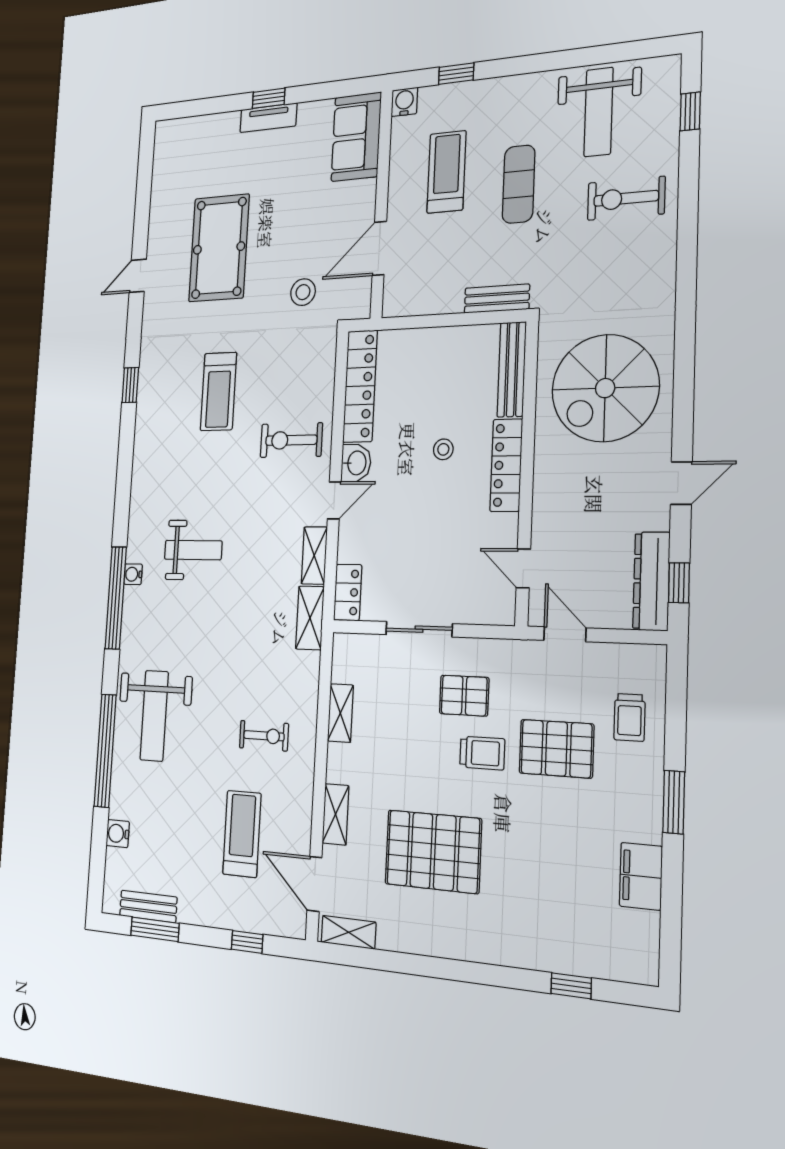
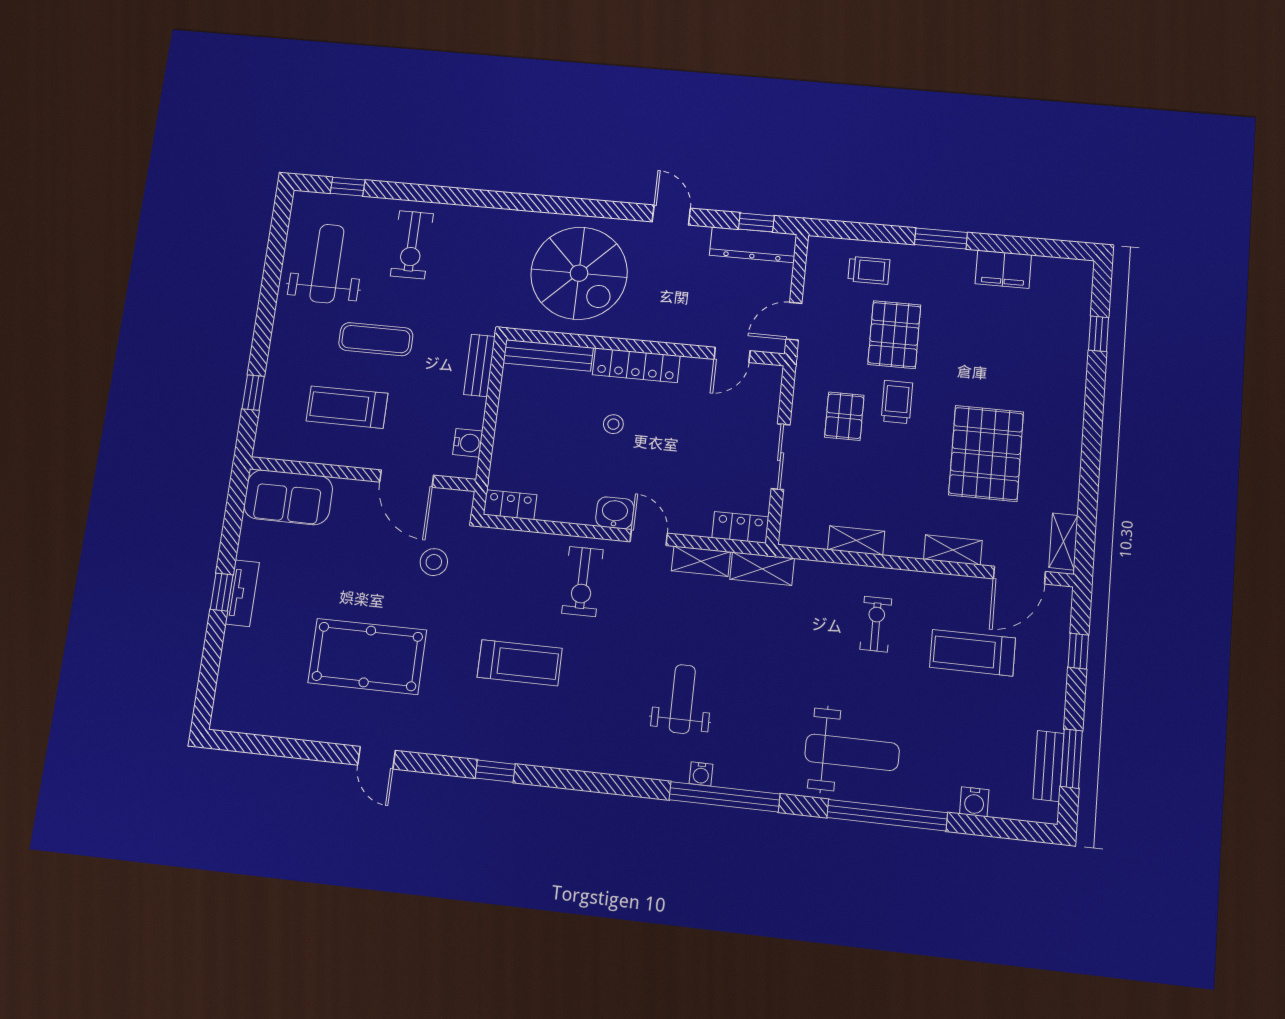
water cooler: (404, 102) -> (468, 443), moved, turned 180
weight bench: (599, 112) -> (327, 264), turned -90
locker: (360, 386) -> (510, 505), width x0.46, depth x0.83

